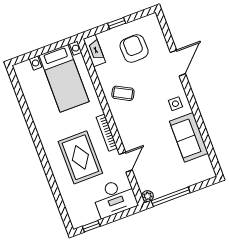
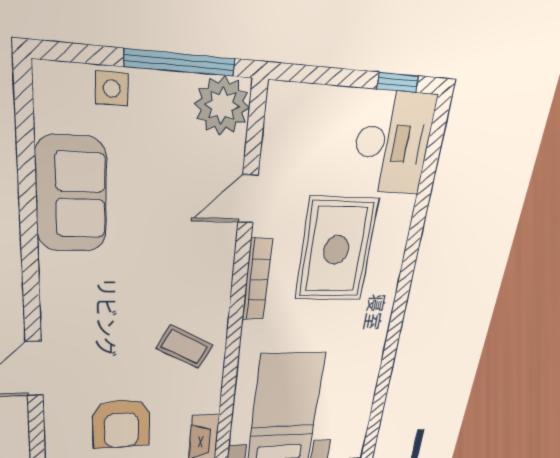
side table: (175, 104) -> (112, 89), moved
plant: (148, 196) -> (222, 106), width x1.87, depth x1.87
desk: (115, 198) -> (393, 143), moved, turned 90

